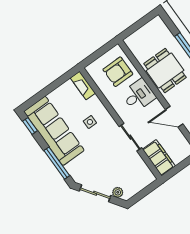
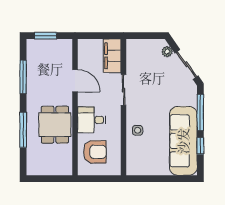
fireplace: (83, 85) -> (132, 161), removed
side table: (90, 122) -> (138, 130), moved
window: (30, 126) -> (200, 146), moved

